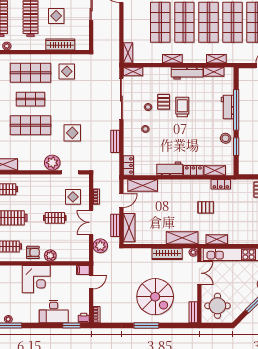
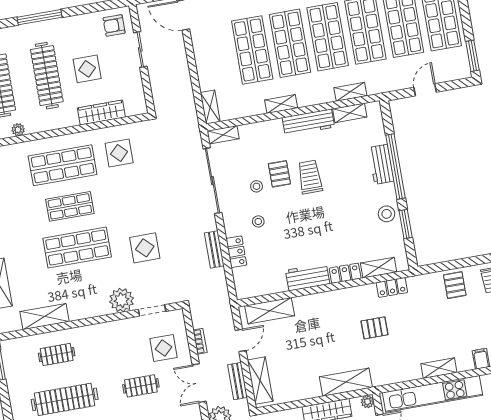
locker: (128, 165) -> (236, 252), moved
shelving: (217, 239) -> (439, 368), moved

